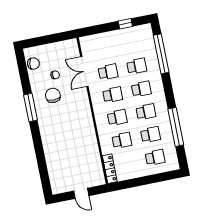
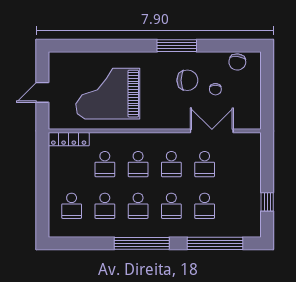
window: (176, 127) -> (142, 243), moved
grand piano: (73, 148) -> (108, 94), added

